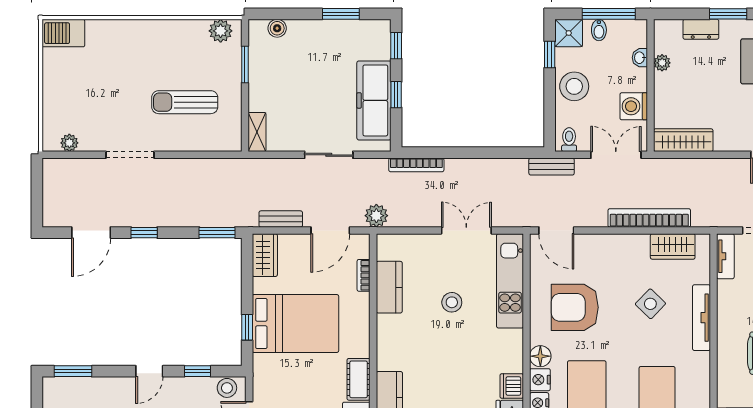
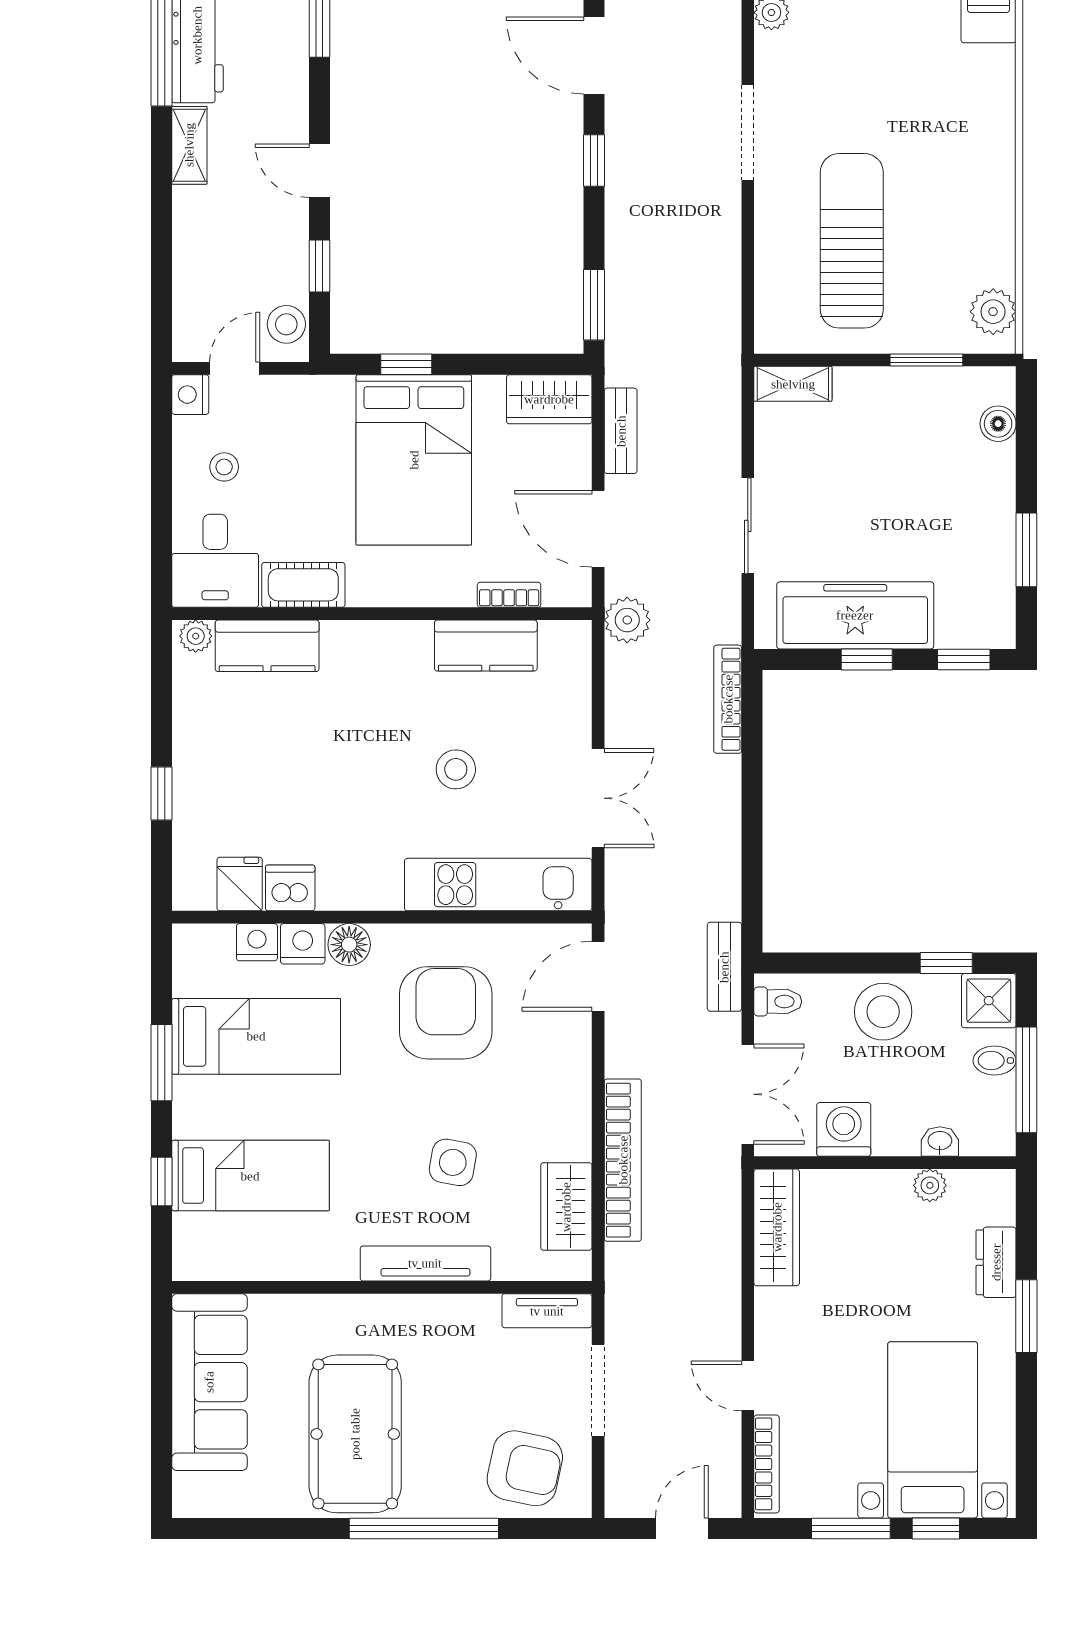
sun lounger: (185, 102) -> (852, 241), width x1.36, depth x1.34
side table: (650, 304) -> (453, 1162), turned -34

